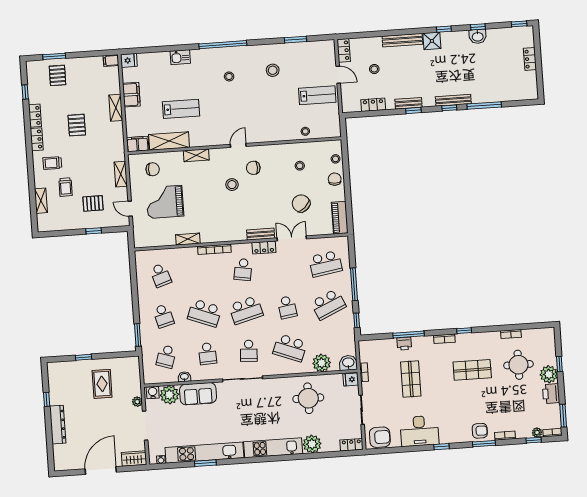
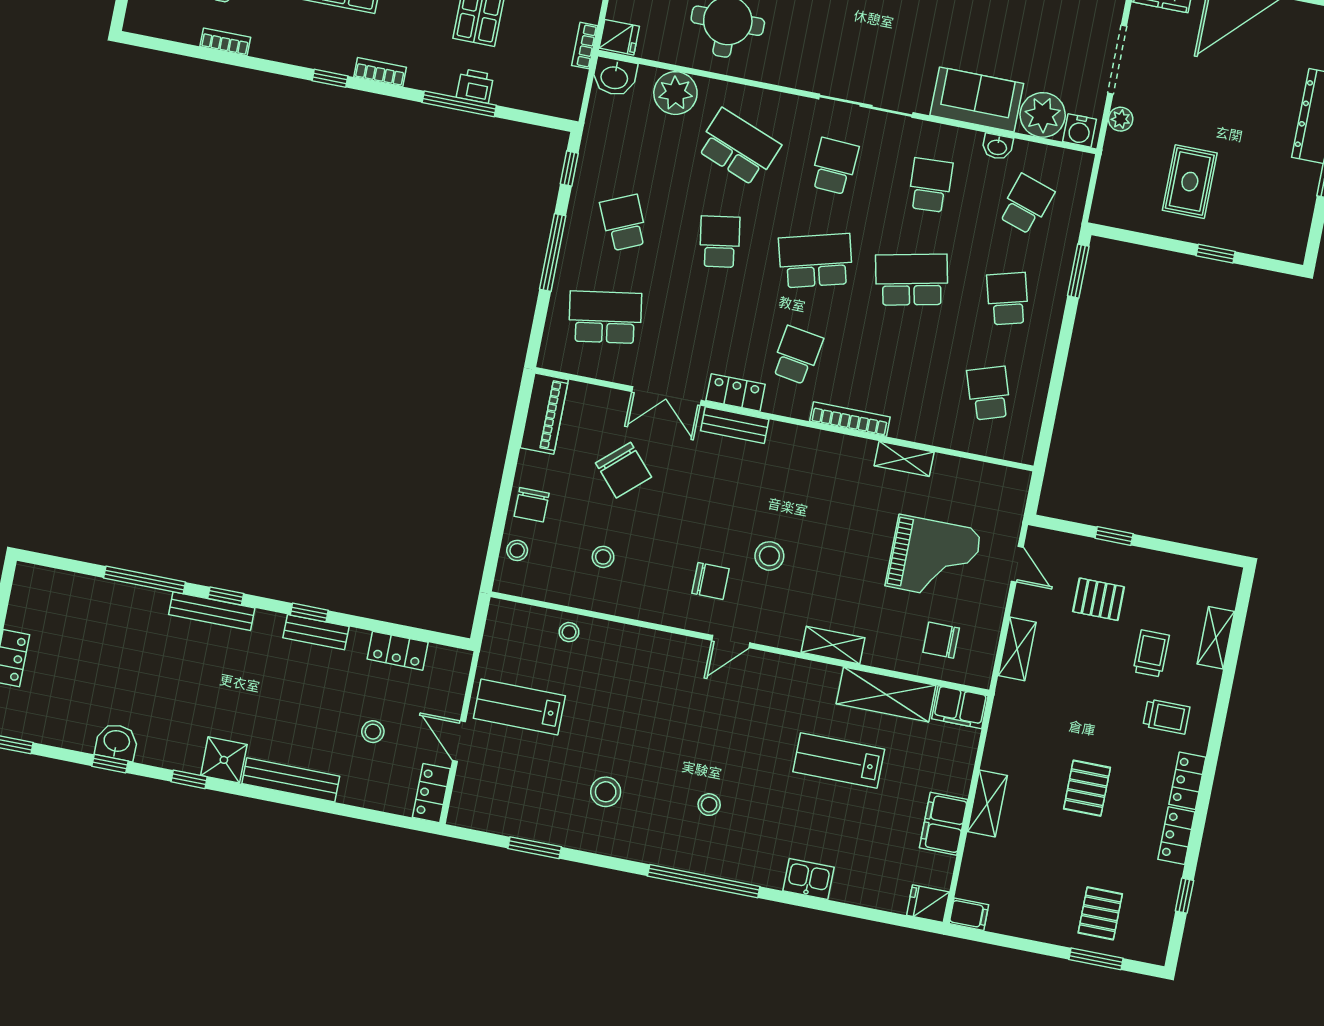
school desk: (328, 304) -> (624, 223), width x0.54
school desk: (205, 313) -> (912, 280), turned -33

